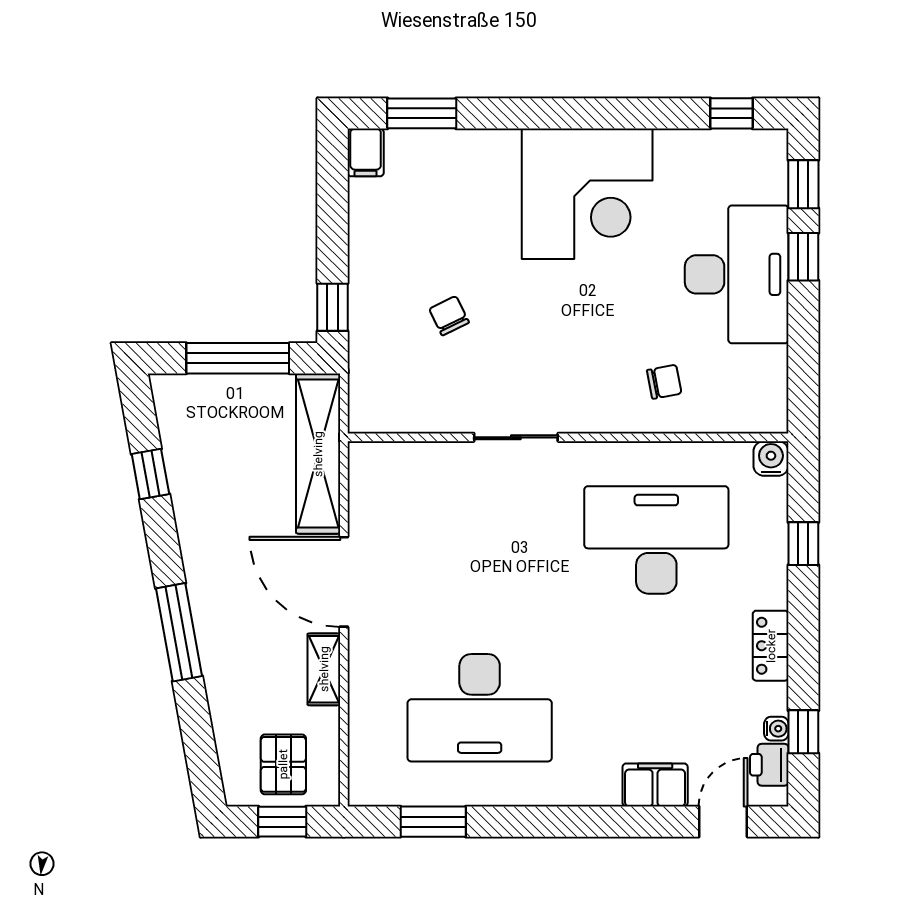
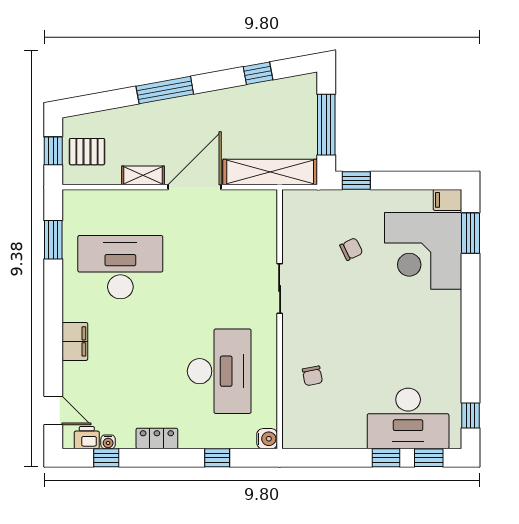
corner desk: (587, 194) -> (423, 251), moved
desk: (737, 274) -> (408, 418), moved
desk: (480, 708) -> (120, 267), turned 90
filing cabinet: (655, 785) -> (75, 341), moved

